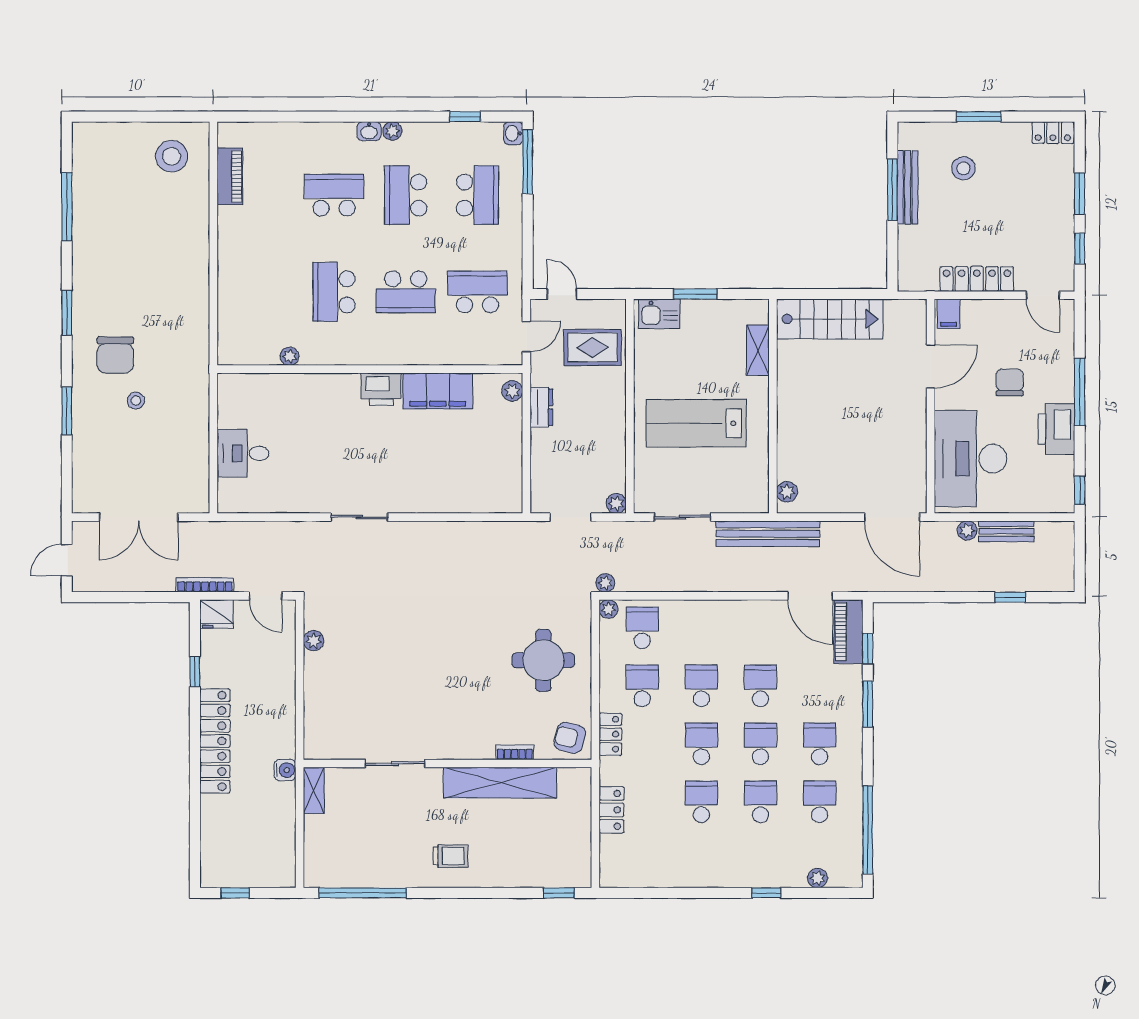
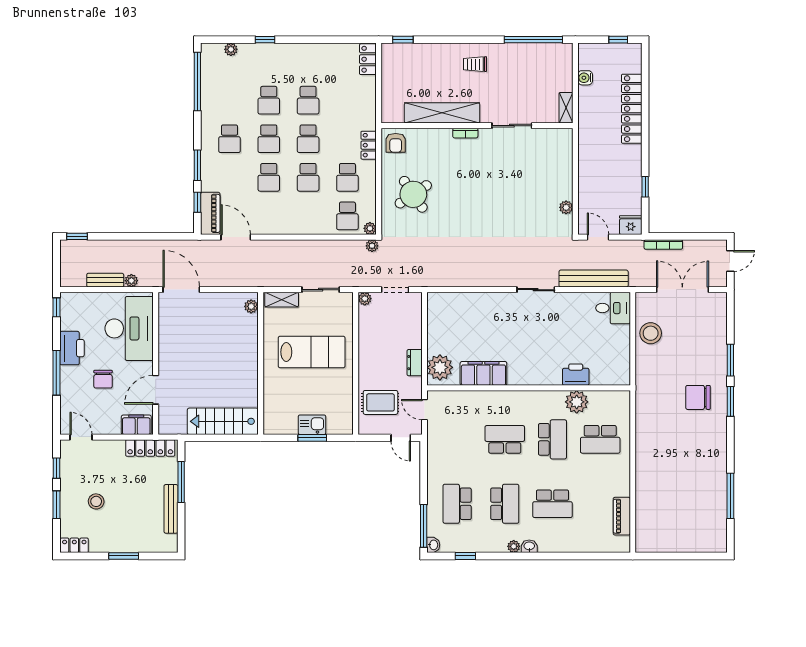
stool: (172, 156) -> (661, 530), removed
stool: (963, 168) -> (96, 501), moved
window: (892, 190) -> (181, 482), moved
locker: (977, 279) -> (150, 448), moved
school desk: (477, 292) -> (600, 439), moved
window: (67, 313) -> (730, 401), moved
kitchen sink: (659, 314) -> (312, 425), moved
filing cabinet: (949, 314) -> (136, 425), width x2.00
door: (526, 337) -> (425, 410), hinge flipped
shelving: (758, 350) -> (282, 300), moved, turned 90
chair: (115, 355) -> (698, 397), turned -90
plant: (290, 356) -> (577, 402), width x1.88, depth x1.88
printer: (381, 389) -> (576, 375), moved
plant: (512, 391) -> (440, 367), width x1.87, depth x1.87
stool: (136, 401) -> (651, 333), moved, width x1.89, depth x1.89
desk: (243, 453) -> (613, 308), moved
bench: (768, 534) -> (594, 279), moved
bookcase: (205, 585) -> (663, 244), moved
window: (1010, 597) -> (77, 236), moved
round table: (543, 660) -> (413, 194), turned -34
armchair: (570, 738) -> (396, 143), turned 76
locker: (215, 741) -> (632, 109), moved
bookcase: (515, 752) -> (465, 133), moved
water cooler: (285, 770) -> (585, 78), moved
school desk: (820, 802) -> (229, 100), removed
locker: (612, 810) -> (368, 59), moved

